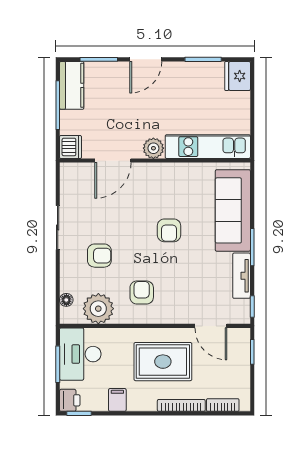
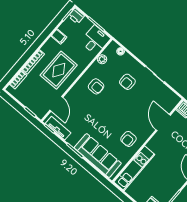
plant: (153, 148) -> (154, 144), removed
armchair: (169, 230) -> (128, 139), moved, turned -90
tv unit: (242, 276) -> (58, 128), moved
plant: (98, 309) -> (102, 59), width x0.53, depth x0.53
door: (211, 326) -> (56, 104), swing flipped
desk: (80, 354) -> (95, 40), width x0.73

